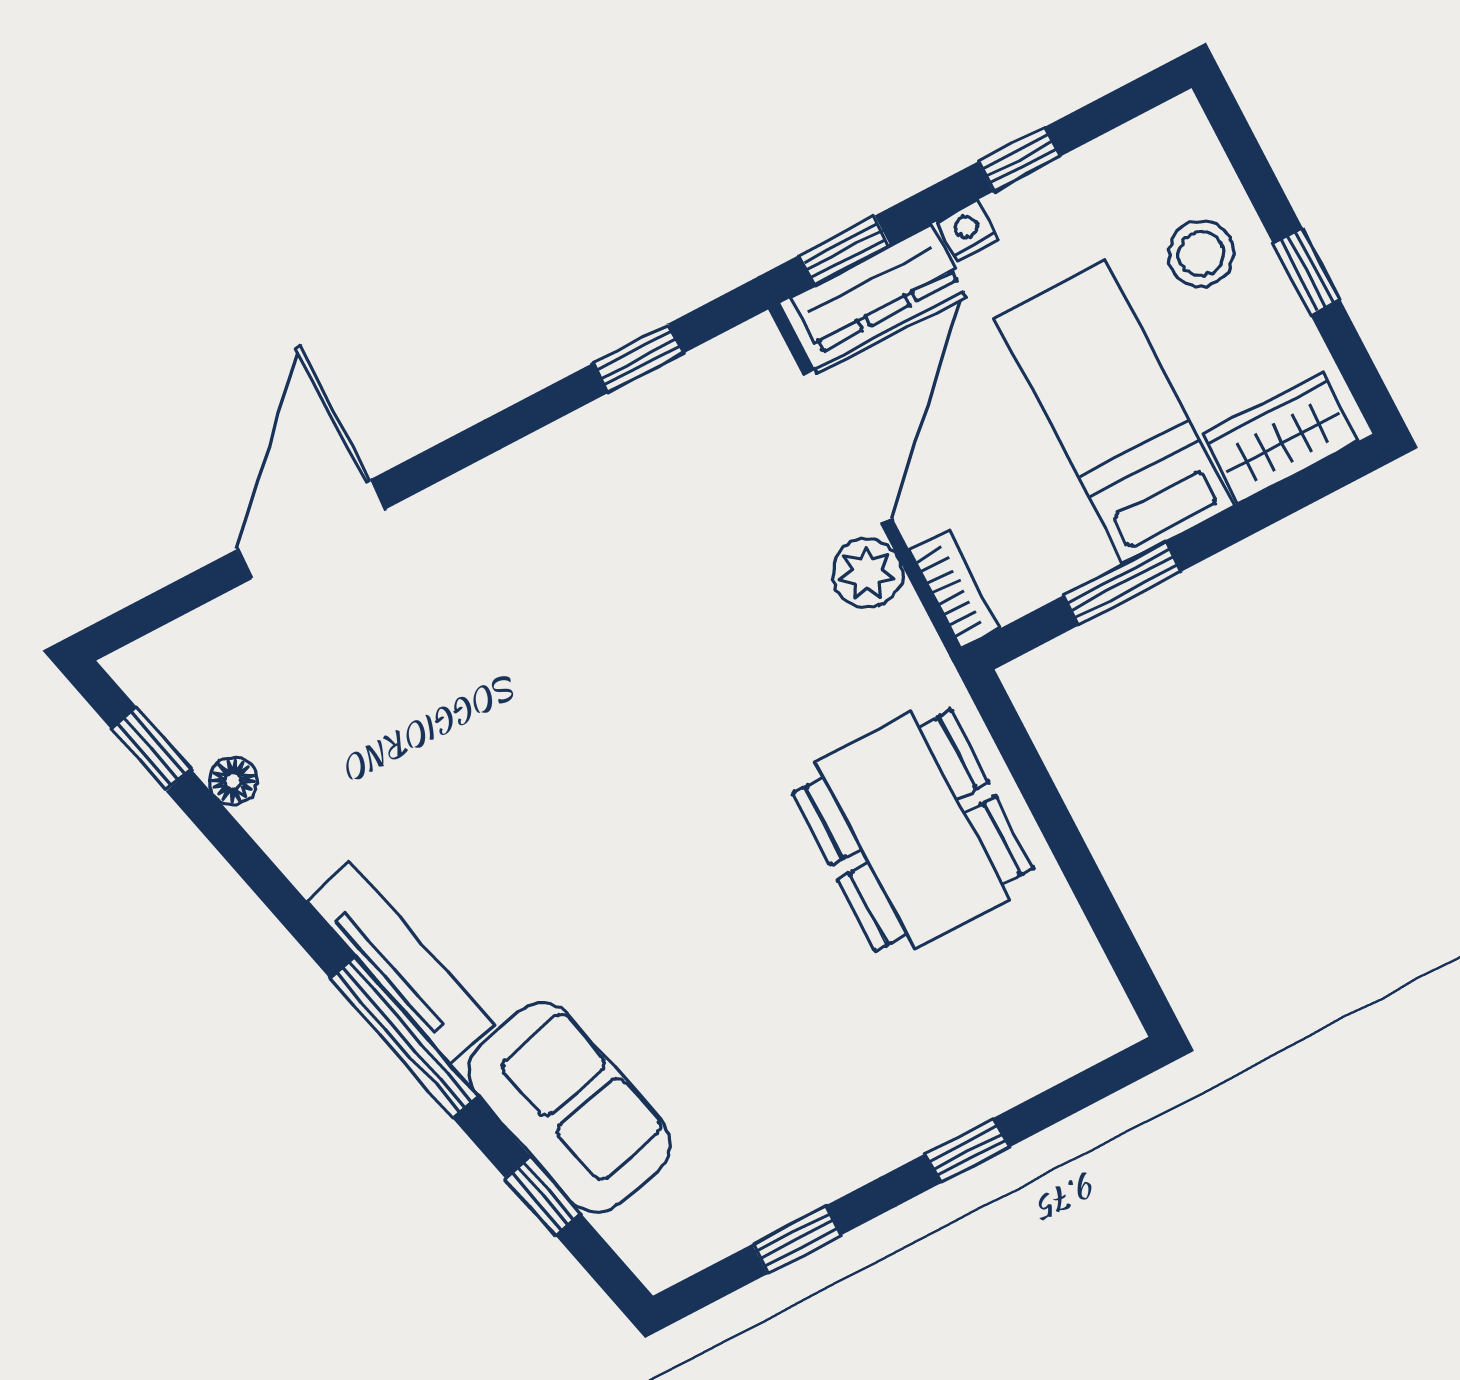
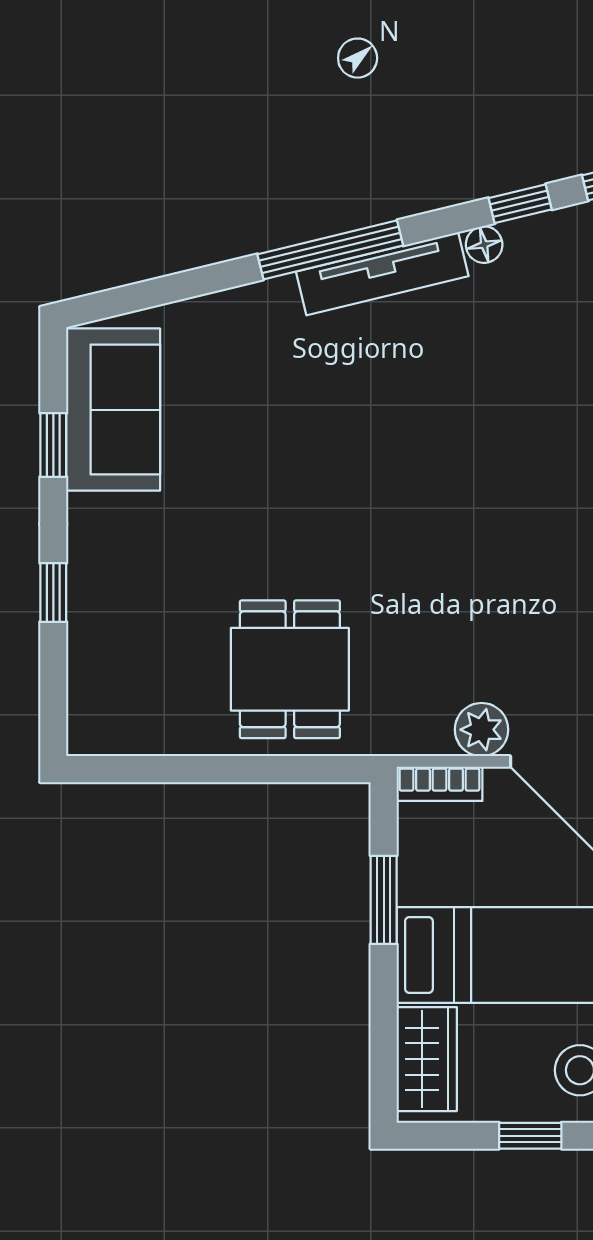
floor lamp: (233, 781) -> (484, 245), moved
dining table: (913, 831) -> (290, 669), width x0.73
sofa: (569, 1107) -> (113, 410), moved, turned -76
window: (543, 1196) -> (520, 204), moved

